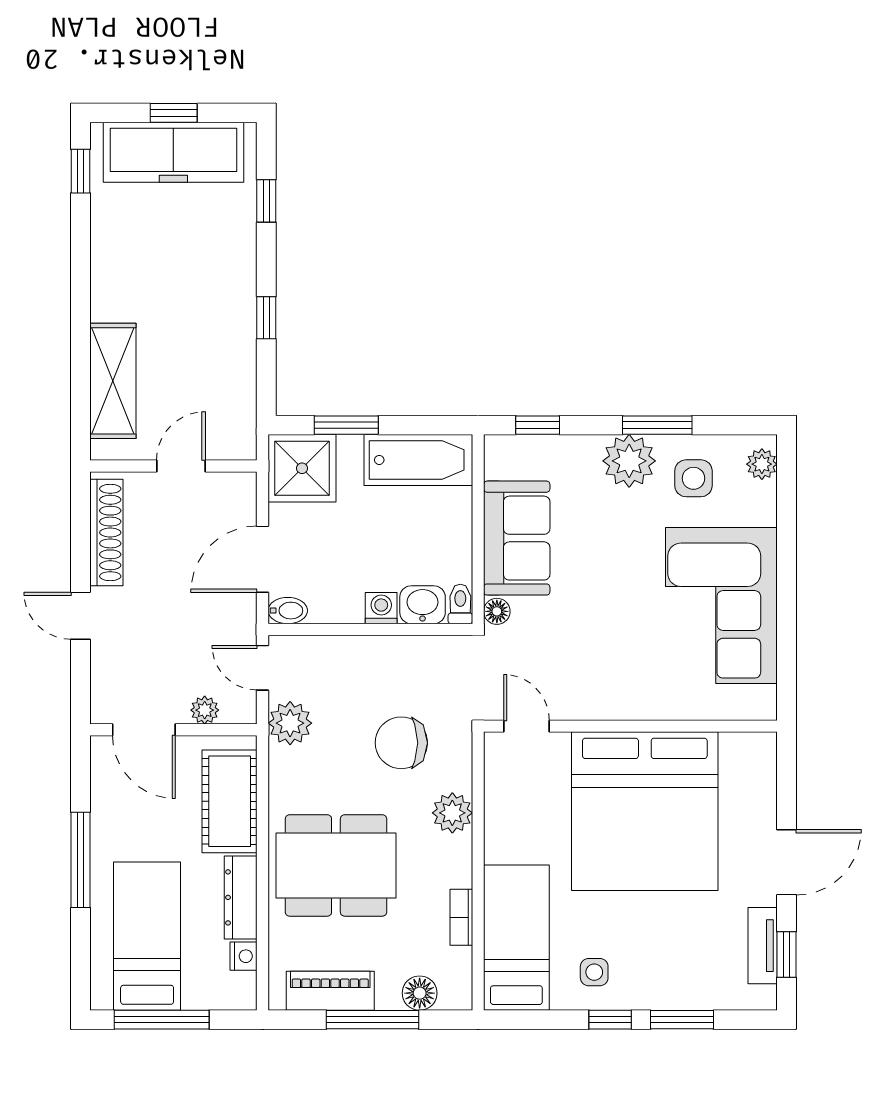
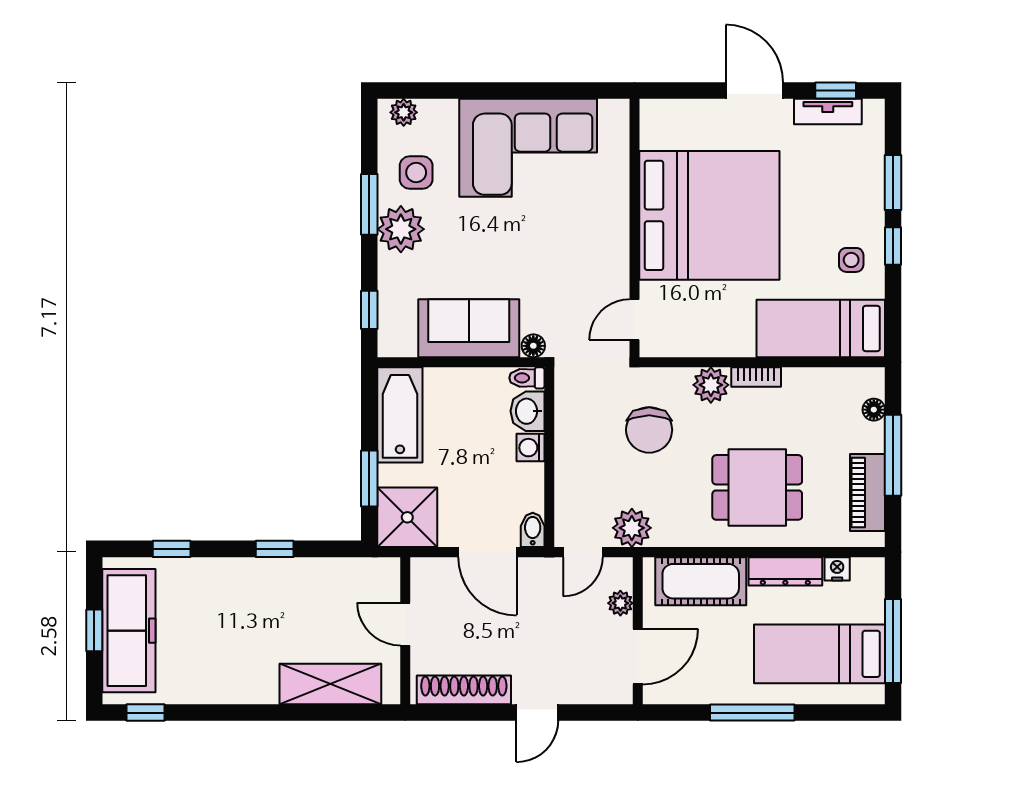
dining table: (336, 865) -> (757, 487), width x0.73
bookcase: (461, 917) -> (756, 377), moved
floor lamp: (420, 993) -> (874, 410), width x0.73, depth x0.73

